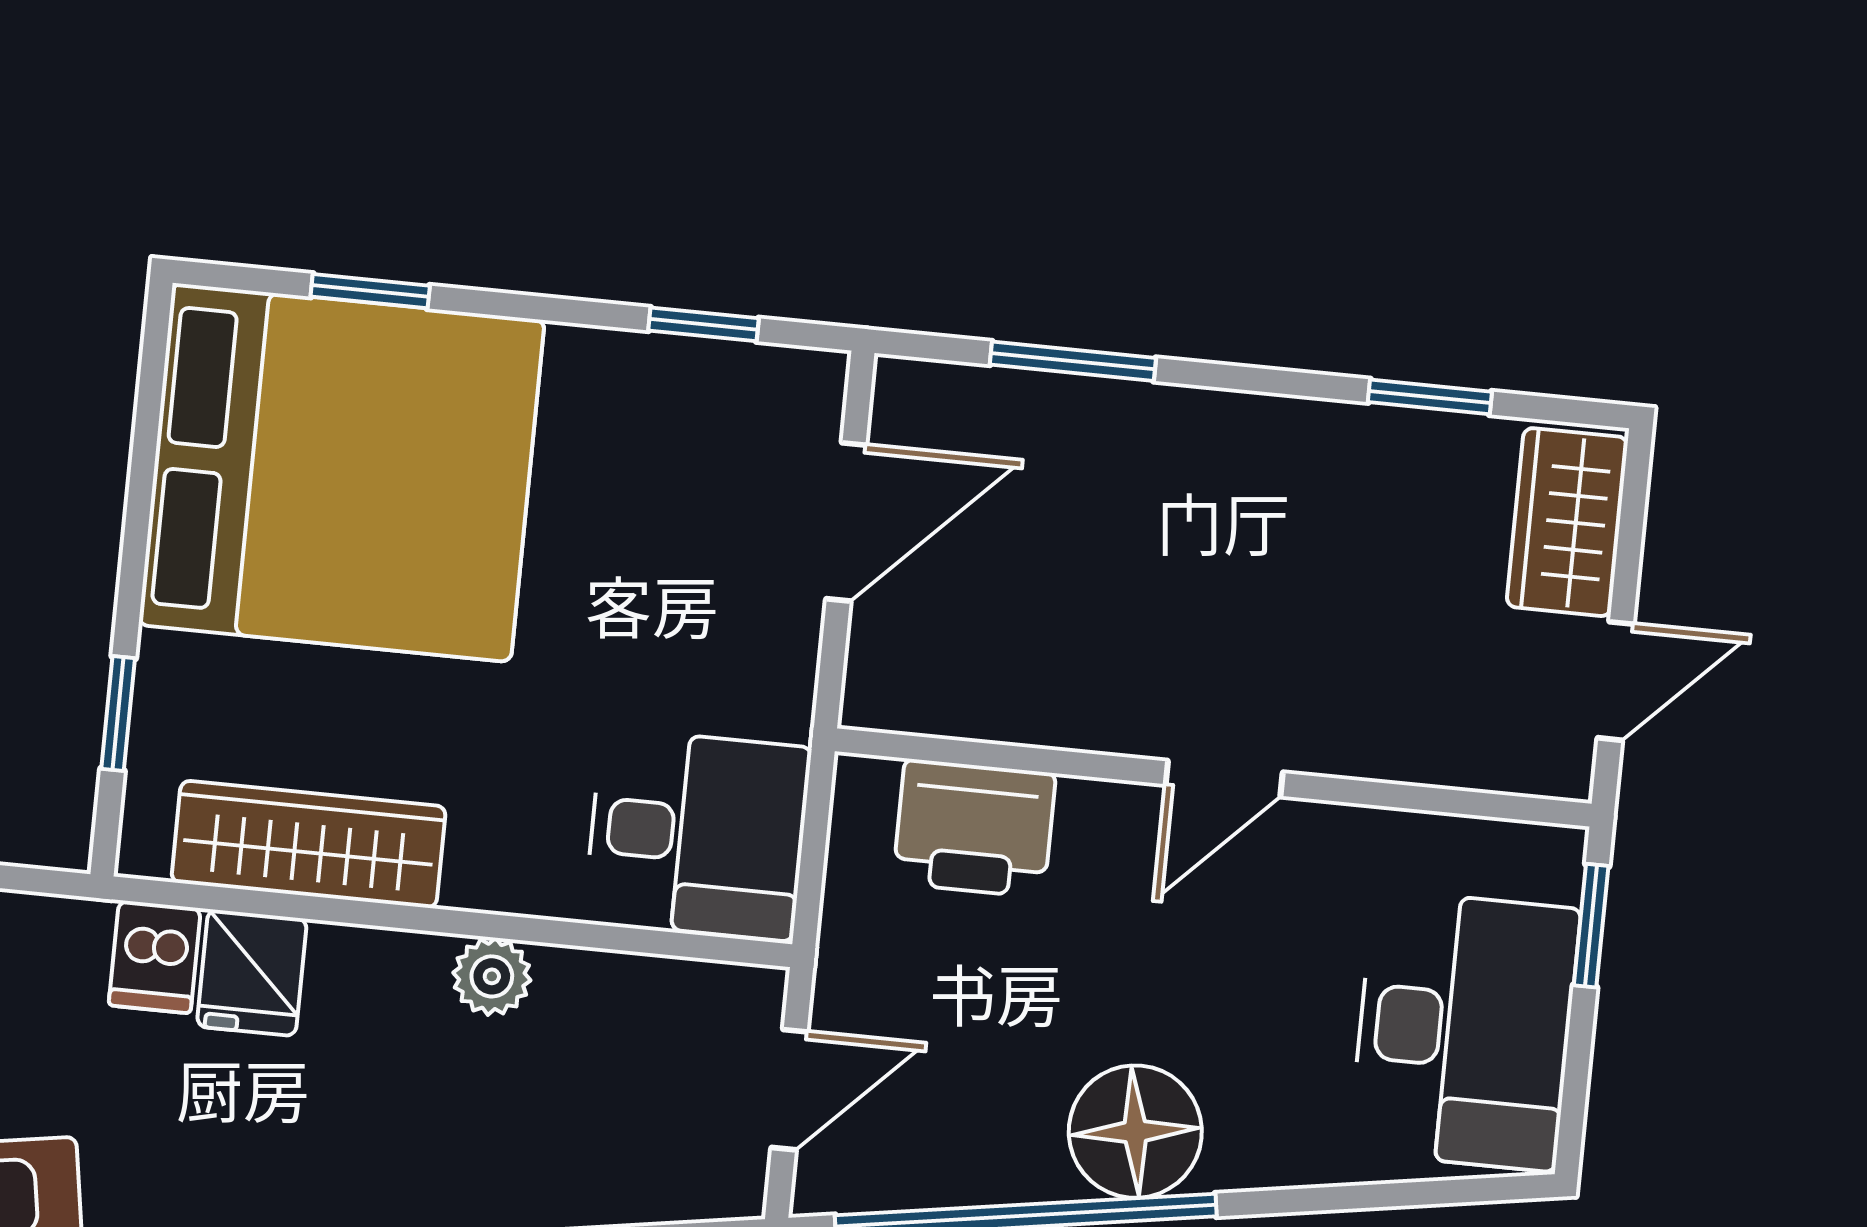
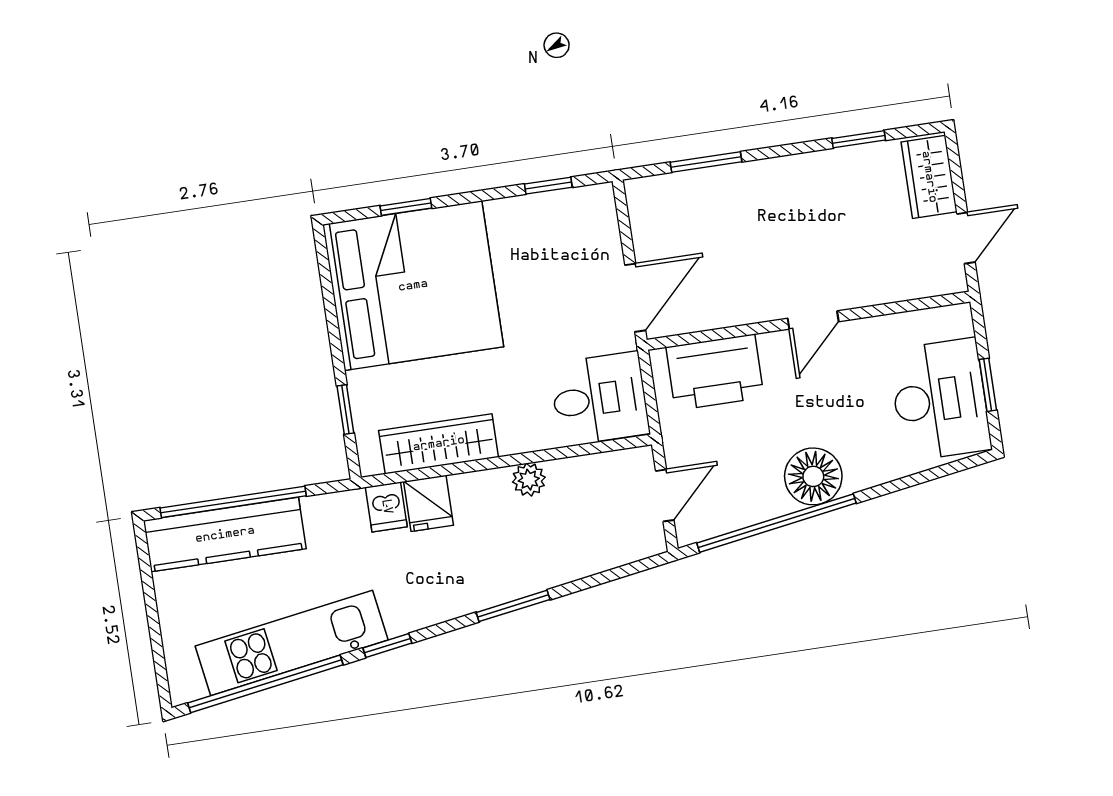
door: (846, 522) -> (635, 298), moved
printer: (974, 828) -> (715, 372), width x1.37, depth x1.19
window: (1591, 926) -> (988, 385), moved

